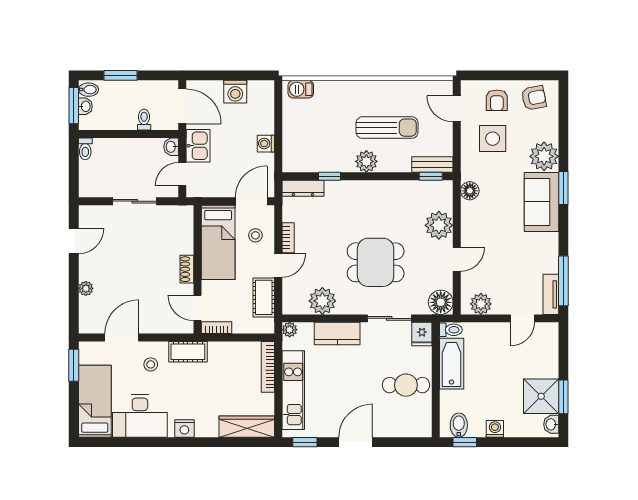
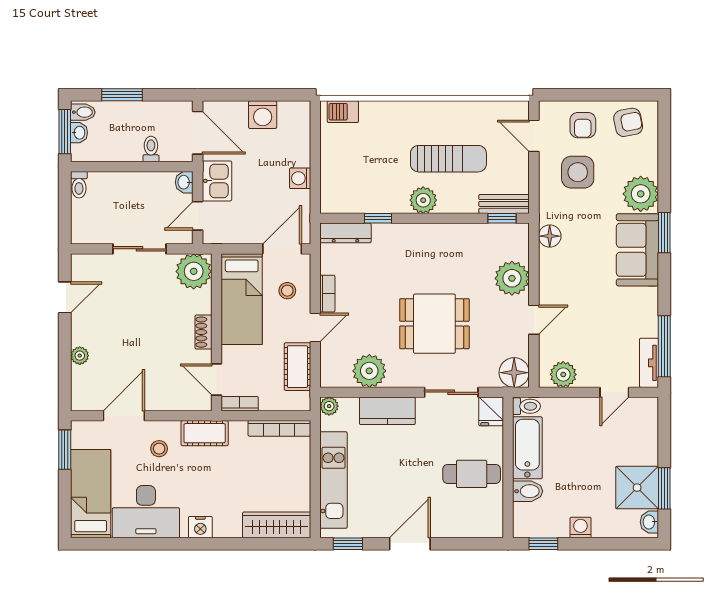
plant: (179, 220) -> (194, 271), added
bookcase: (268, 367) -> (279, 428), moved, turned -90
bidet: (459, 425) -> (528, 491), moved, turned 90

